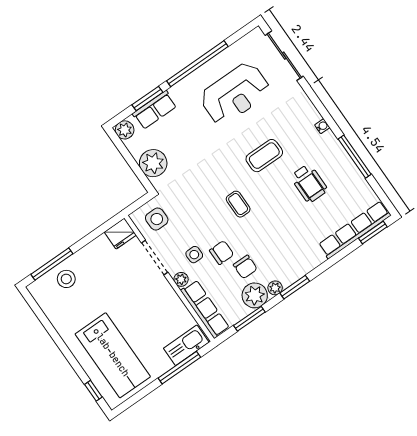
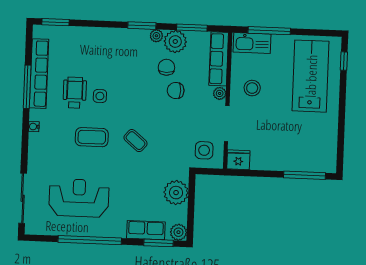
window: (147, 99) -> (158, 243), moved
coffee table: (238, 204) -> (136, 141), moved, turned -50
row of seats: (355, 230) -> (39, 74), moved, turned -90
side table: (194, 255) -> (100, 96), moved
stool: (66, 279) -> (252, 88), moved

